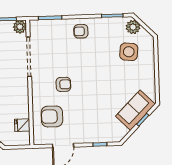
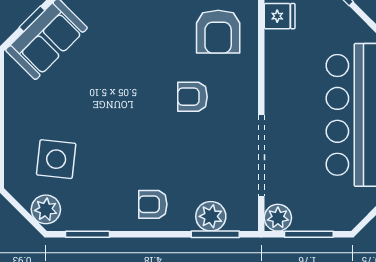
plant: (53, 26) -> (211, 216), added
armchair: (81, 31) -> (153, 204), turned 180
armchair: (52, 116) -> (218, 32), turned 90

